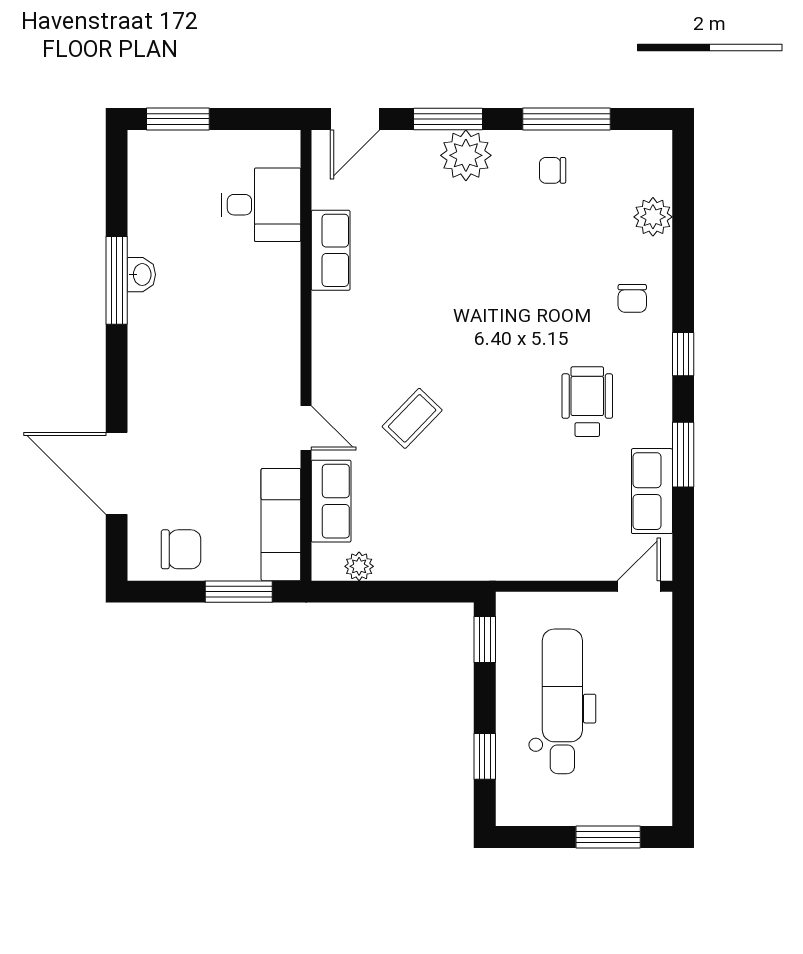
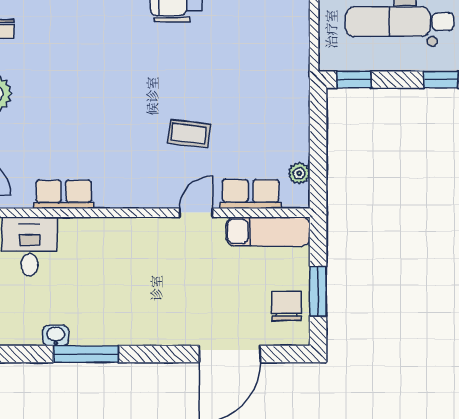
washbasin: (141, 275) -> (56, 335), moved
coffee table: (412, 418) -> (189, 134), turned -37
window: (239, 592) -> (318, 291), moved

